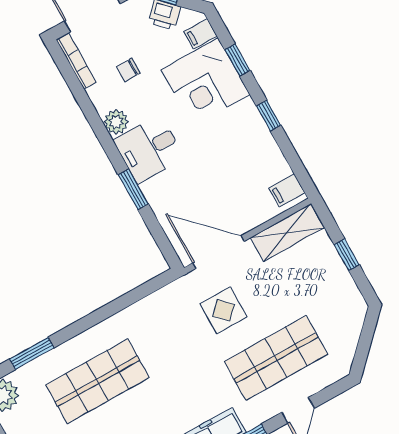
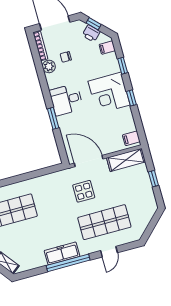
corner desk: (206, 82) -> (109, 93), moved
plant: (116, 122) -> (49, 66), moved

